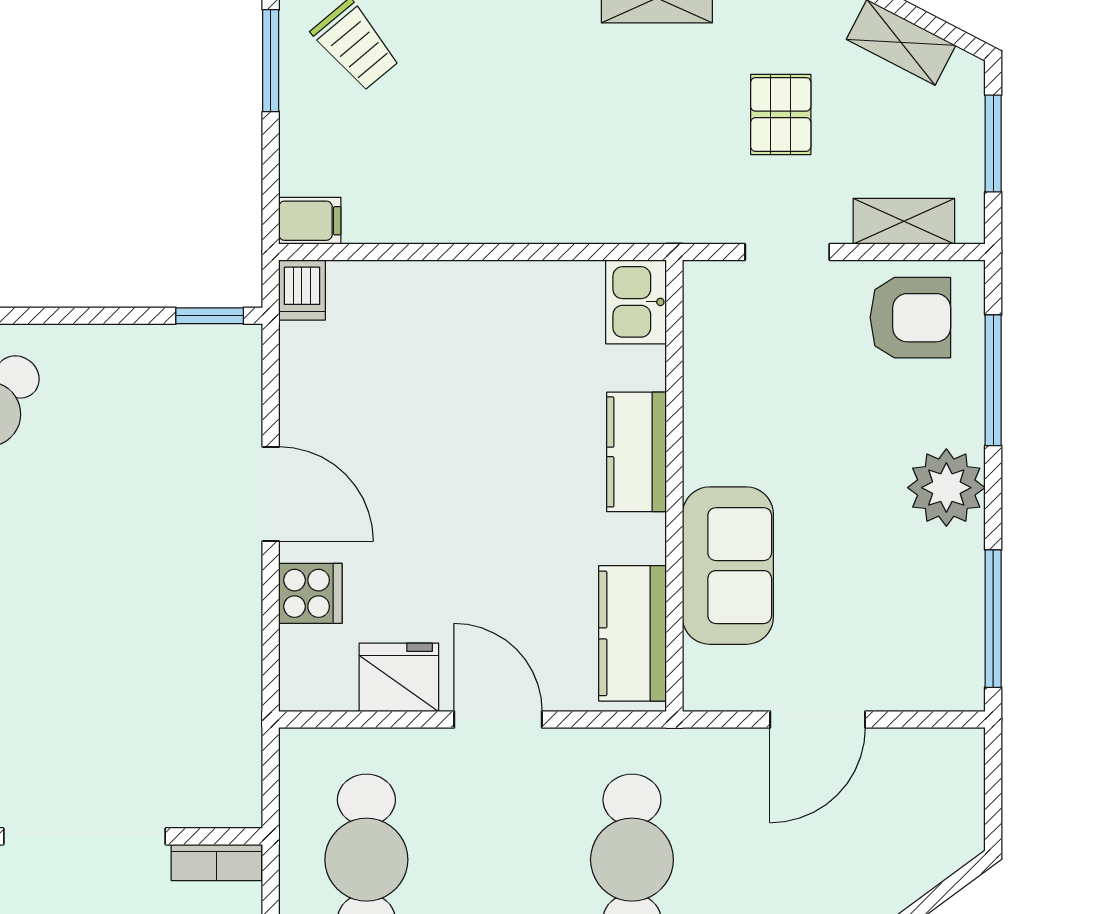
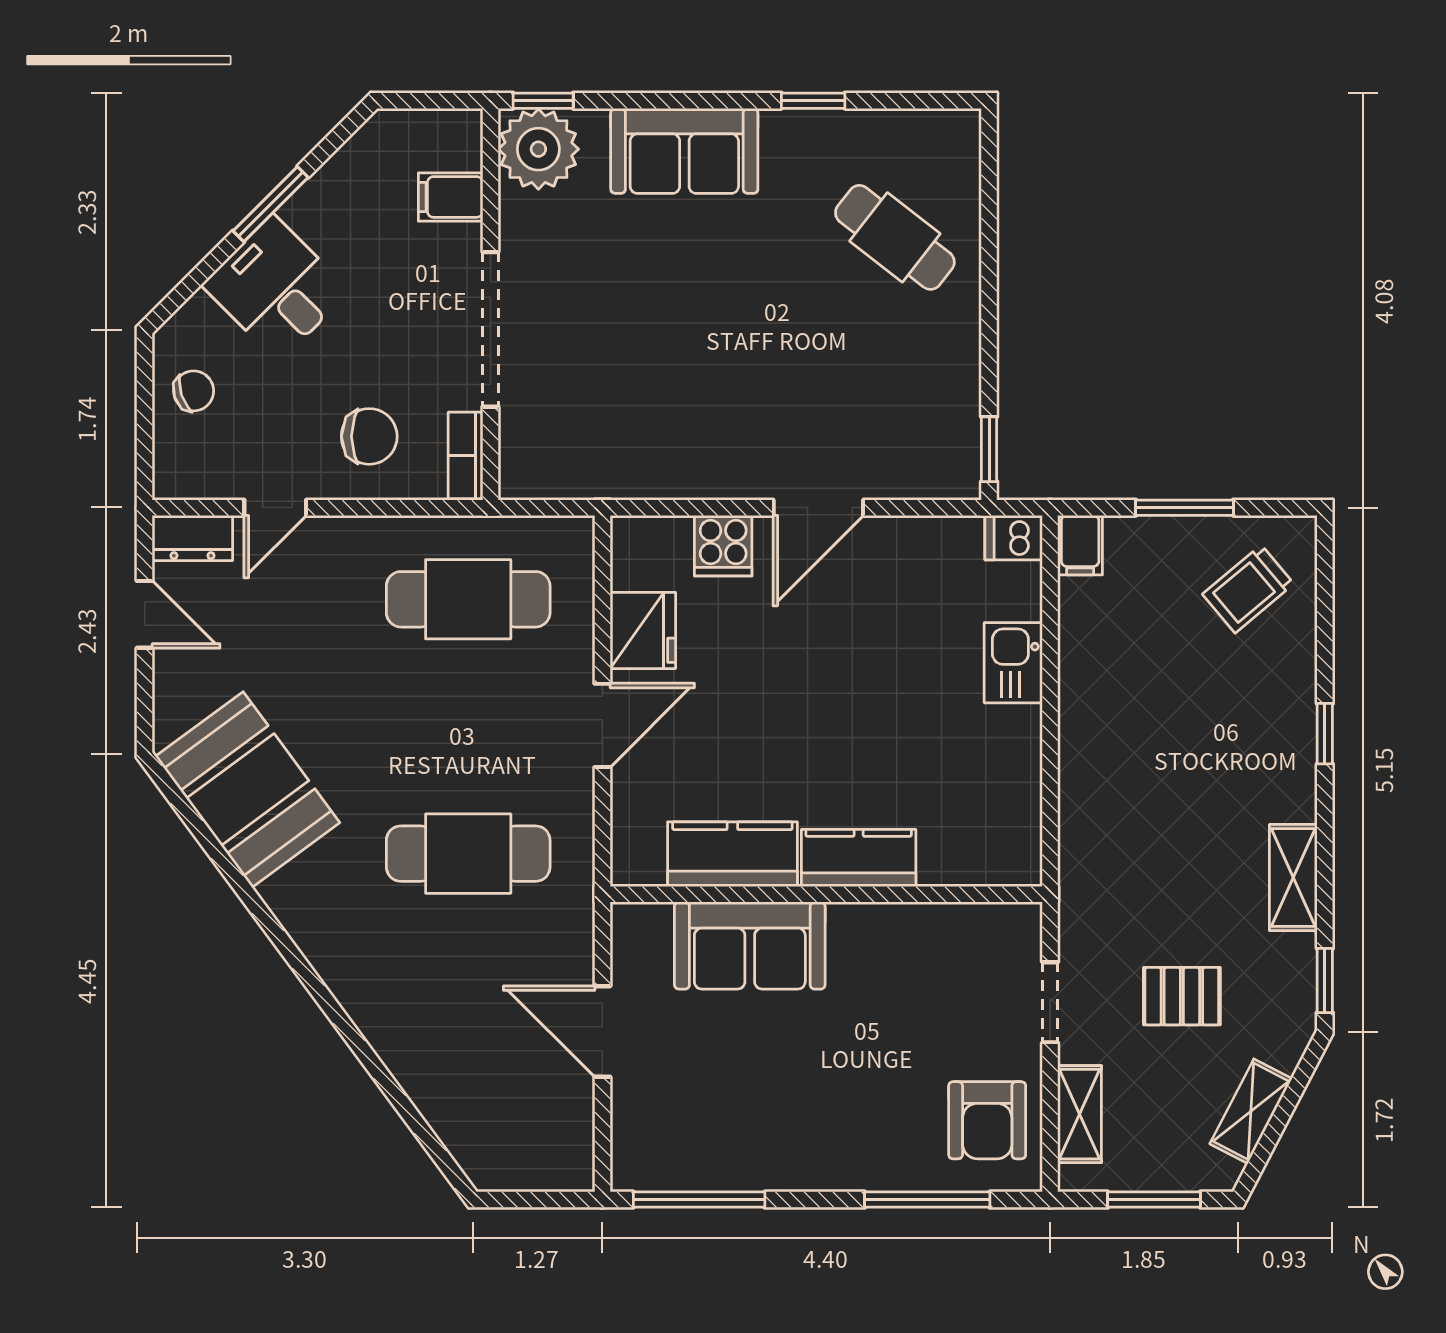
window: (271, 61) -> (1184, 508), moved
kitchen sink: (636, 302) -> (1013, 663), moved, turned -90
plant: (946, 488) -> (825, 1155), removed
kitchen counter: (633, 633) -> (732, 854), moved

